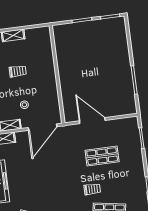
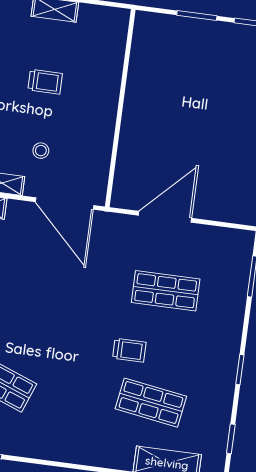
door: (92, 121) -> (165, 217), hinge flipped
door: (43, 127) -> (65, 204), hinge flipped

